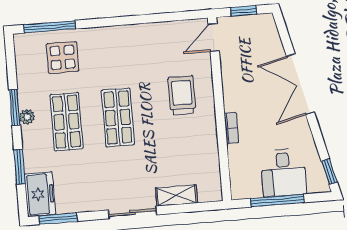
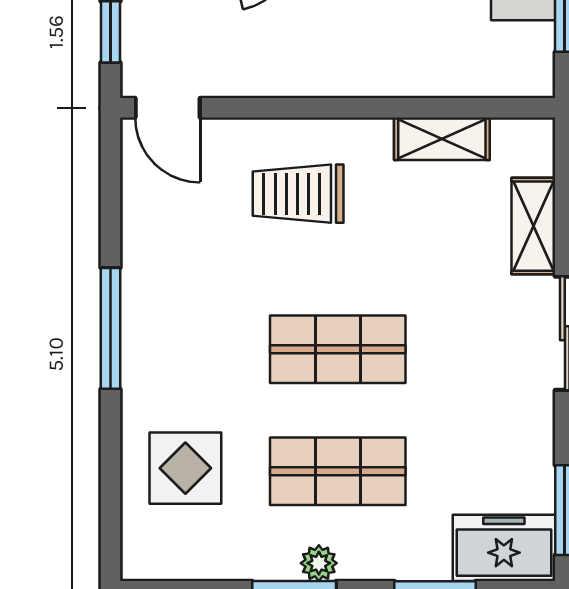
window: (50, 27) -> (111, 328), moved
bookcase: (231, 128) -> (385, 83), removed
shelving: (210, 154) -> (442, 139), added

